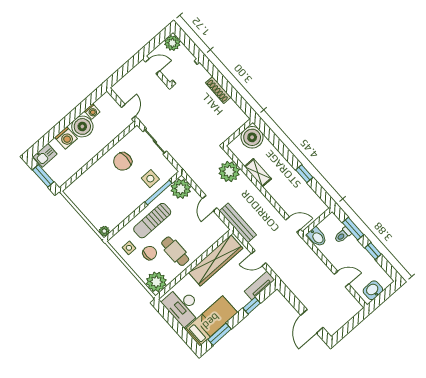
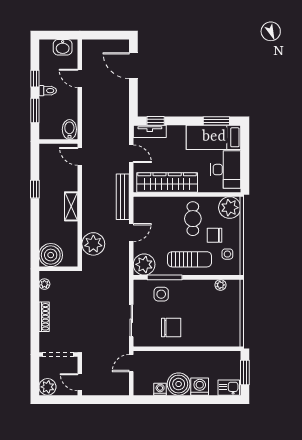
plant: (238, 113) -> (44, 284), added
shelving: (258, 173) -> (71, 206), moved
plant: (104, 231) -> (220, 285), moved
toilet: (343, 235) -> (48, 91), moved
window: (252, 306) -> (156, 121), moved
door: (312, 321) -> (133, 66), swing flipped

